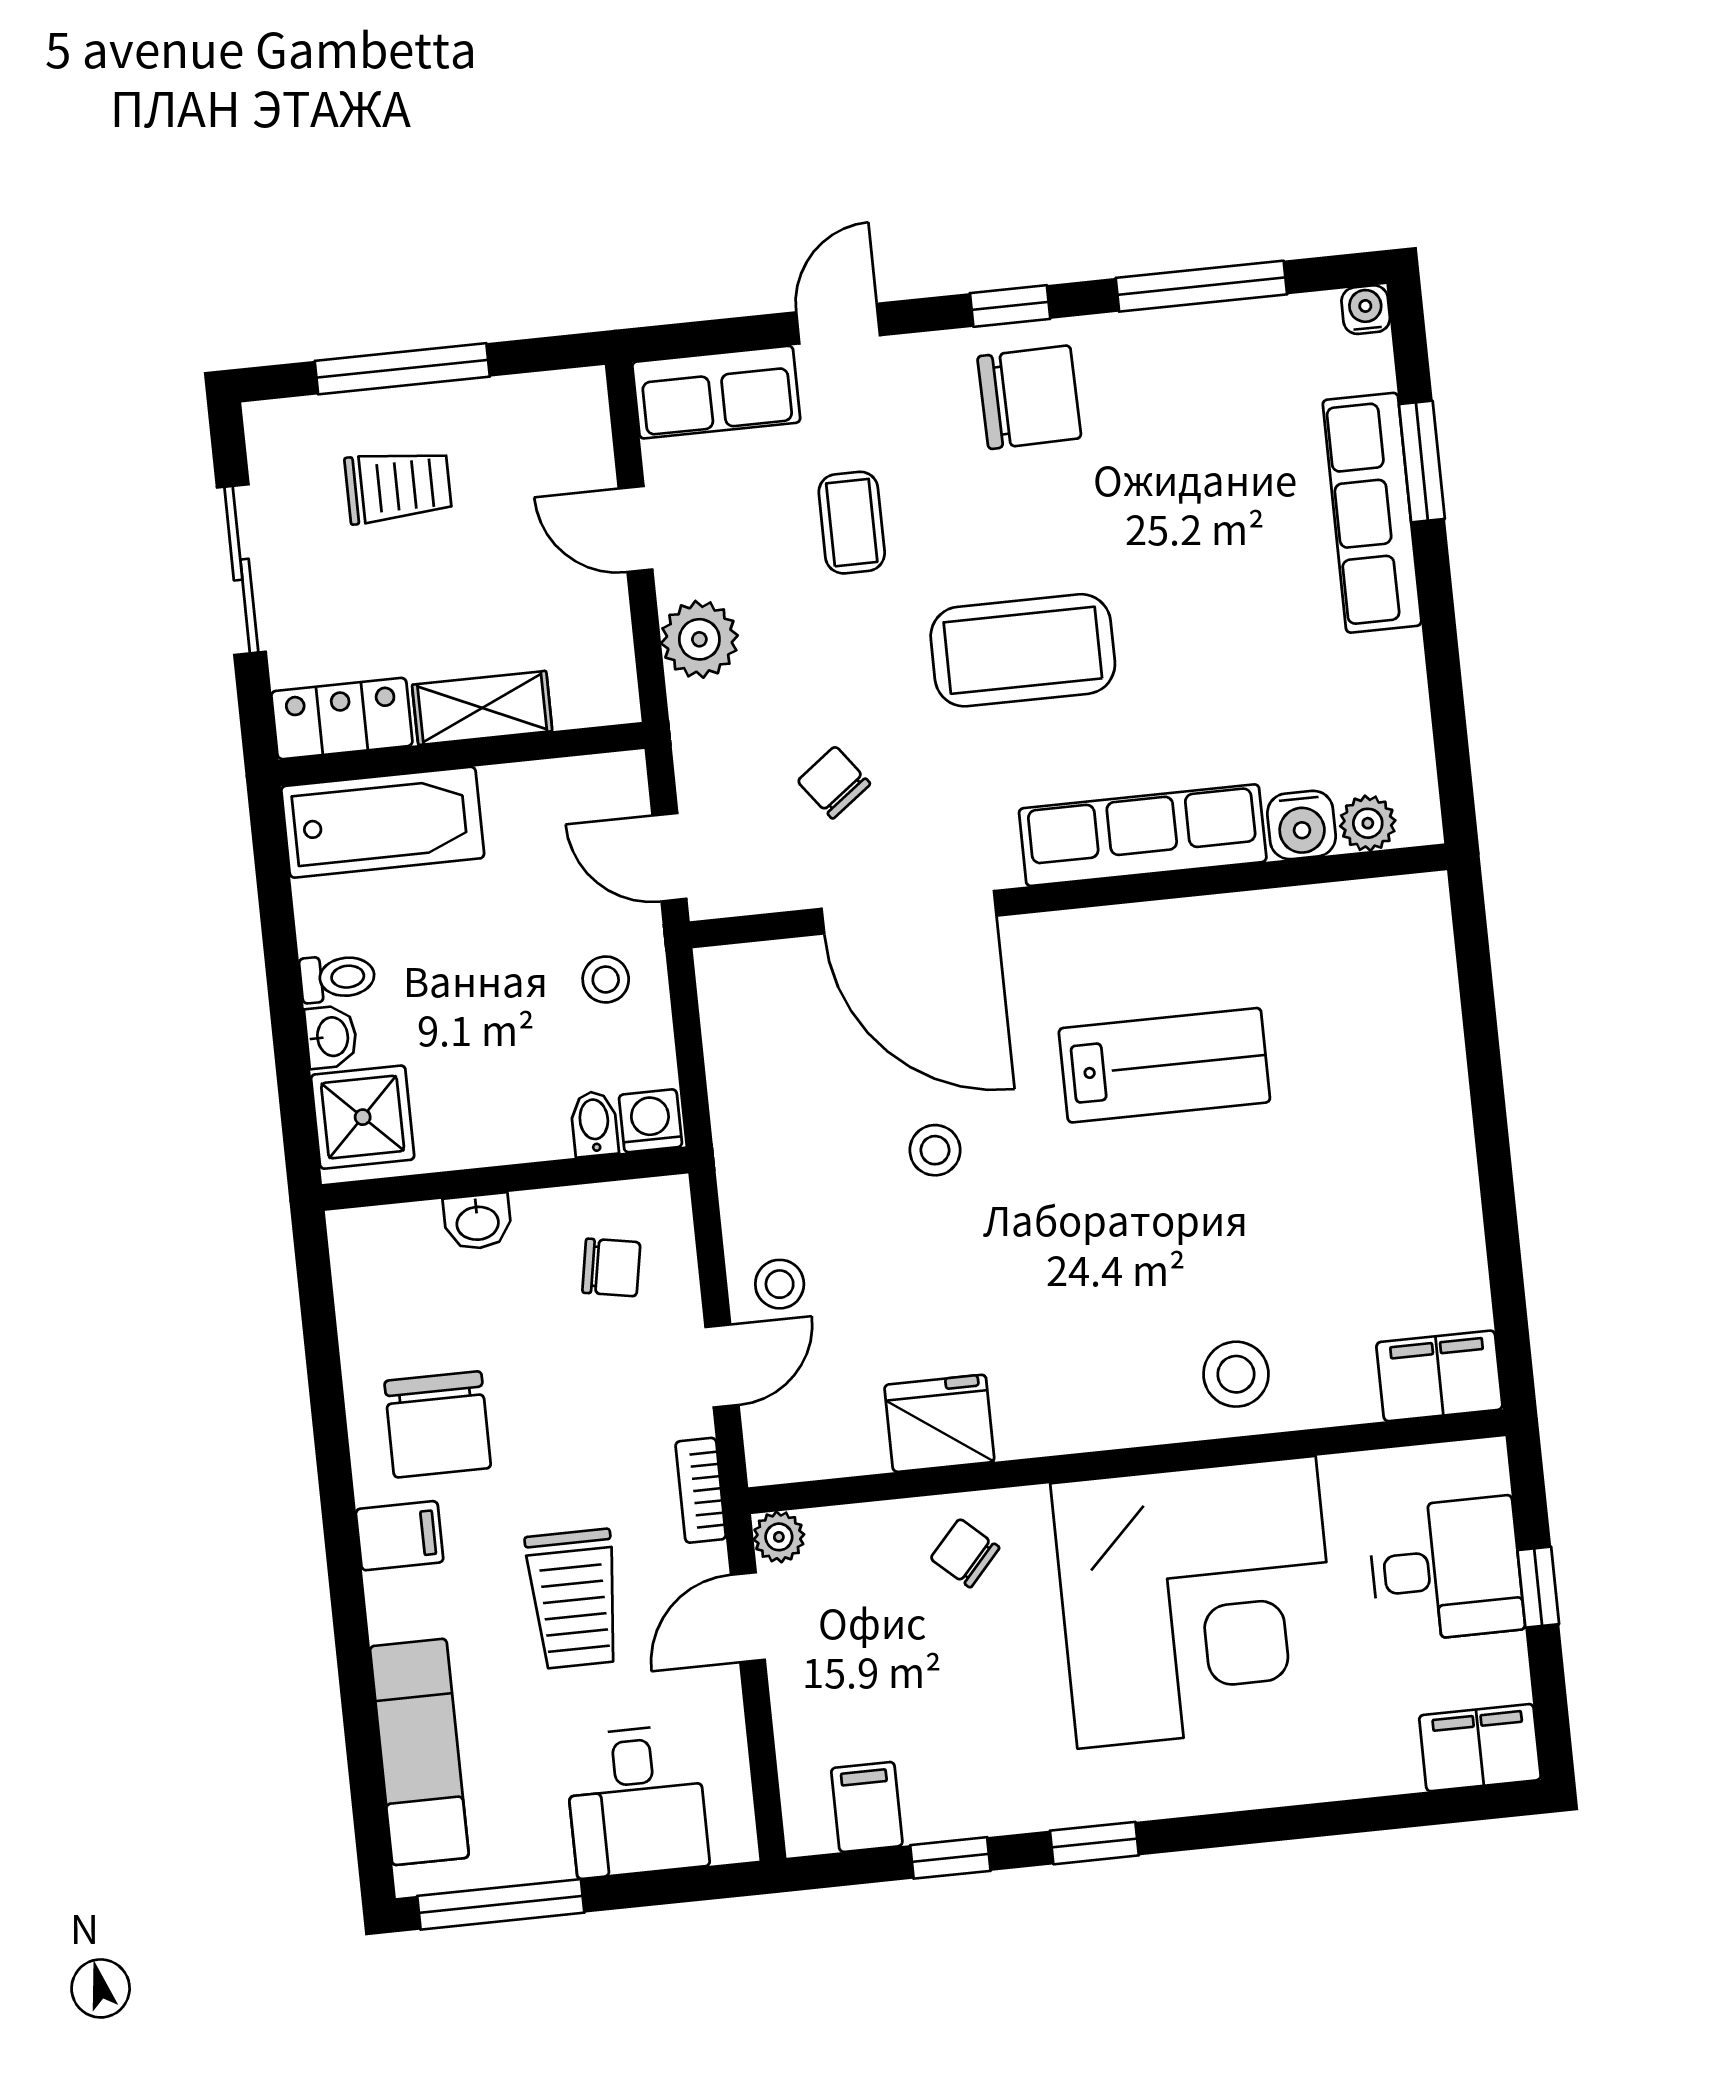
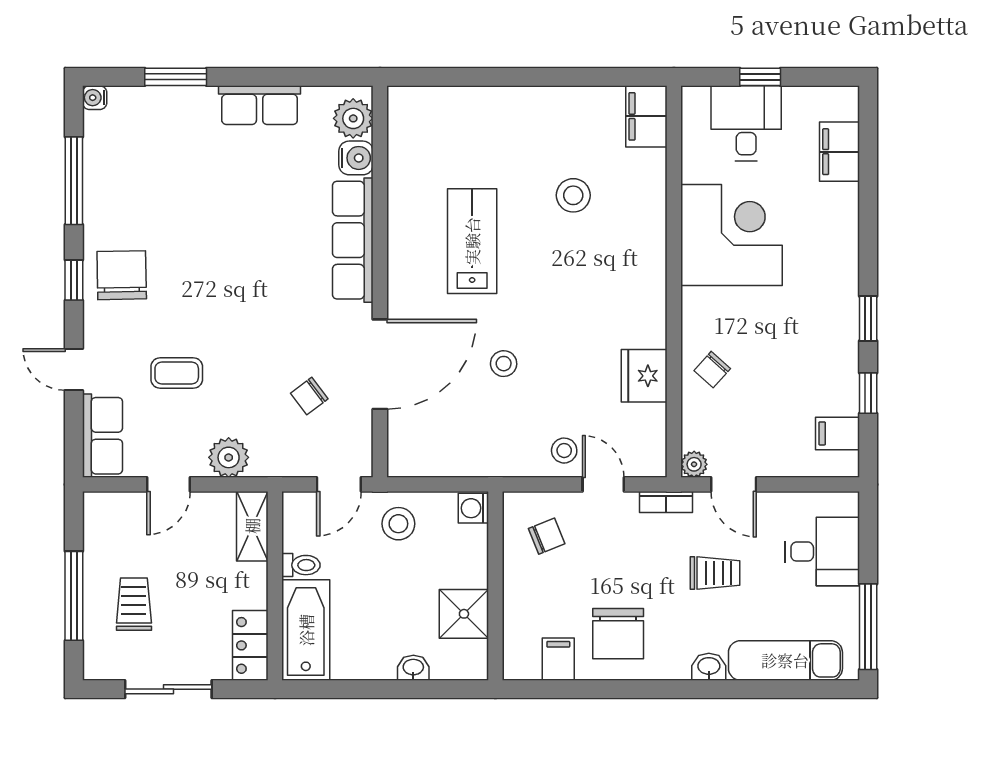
row of seats: (1372, 513) -> (260, 105), moved, width x0.68
coffee table: (1023, 650) -> (251, 292), removed
shelving: (482, 708) -> (252, 526), moved
plant: (1368, 823) -> (353, 118), width x1.38, depth x1.38
toilet: (337, 978) -> (301, 565), moved, turned 90
stool: (606, 979) -> (398, 524), width x1.37, depth x1.37
shower: (363, 1117) -> (464, 614), moved
bidet: (594, 1124) -> (472, 537), removed
washbasin: (478, 1222) -> (709, 667), moved, turned -90
chair: (611, 1267) -> (547, 536), turned 58
stool: (1236, 1374) -> (573, 195), moved
chair: (438, 1424) -> (618, 634), turned 90
filing cabinet: (400, 1536) -> (558, 659), moved
trolley: (574, 1599) -> (715, 573), width x0.73, depth x0.72
corner desk: (1196, 1602) -> (732, 235), width x0.74, depth x0.74
filing cabinet: (1480, 1748) -> (840, 152), moved

